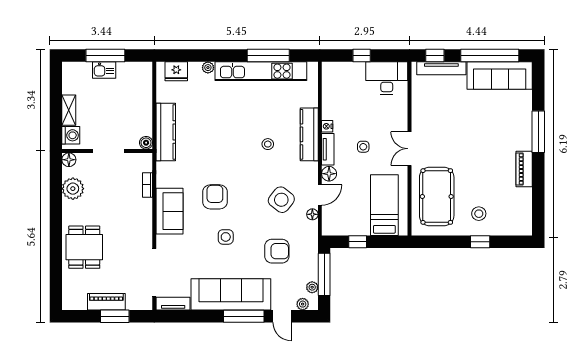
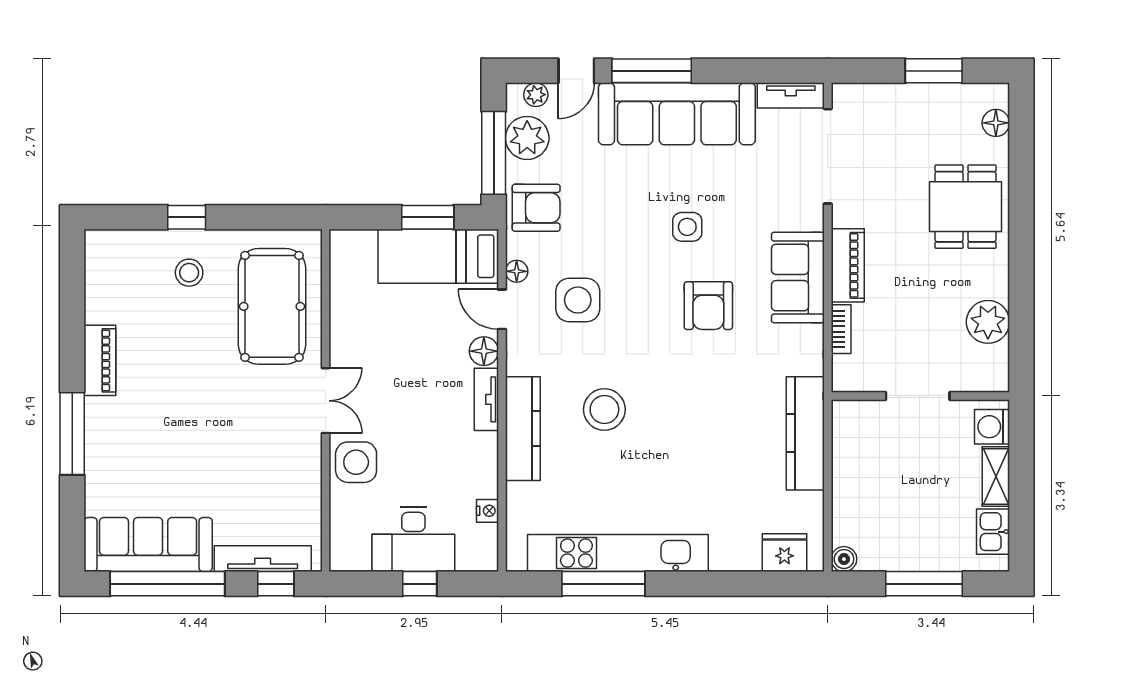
plant: (208, 68) -> (722, 560), removed
kitchen sink: (104, 70) -> (993, 532), moved, turned -90
desk: (387, 78) -> (413, 539), moved
nightstand: (327, 126) -> (488, 511), moved
boiler: (146, 143) -> (844, 559), moved
stool: (268, 144) -> (604, 410), width x1.89, depth x1.89
side table: (363, 147) -> (356, 462), moved, width x1.87, depth x1.87
floor lamp: (69, 160) -> (996, 123), moved
door: (320, 195) -> (502, 309), hinge flipped
side table: (281, 200) -> (578, 300), turned -38
bed: (384, 205) -> (438, 256), moved, turned 90
window: (358, 242) -> (428, 217), width x1.50
armchair: (277, 251) -> (536, 208), moved, turned 180
plant: (312, 287) -> (527, 138), width x1.87, depth x1.87
piano: (106, 302) -> (848, 265), moved, turned -90
window: (115, 316) -> (934, 71), moved
door: (282, 316) -> (576, 71), swing flipped

